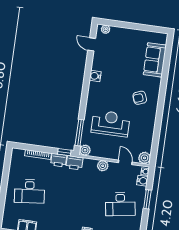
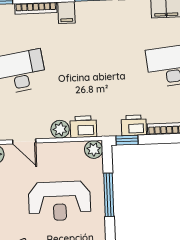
window: (79, 133) -> (109, 195), moved
printer: (74, 163) -> (83, 127), moved

